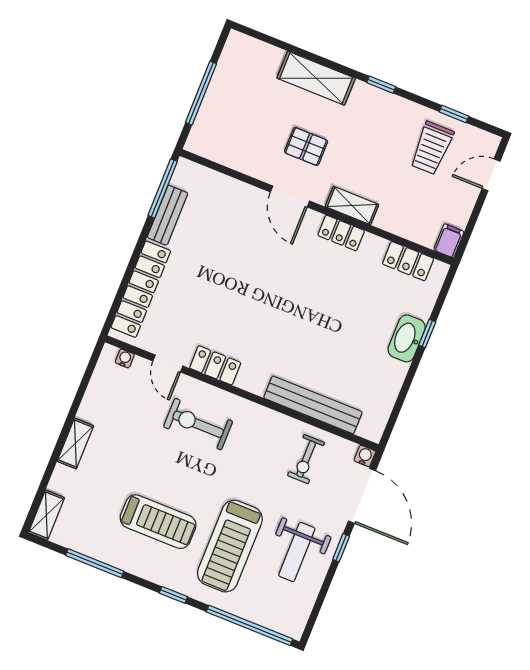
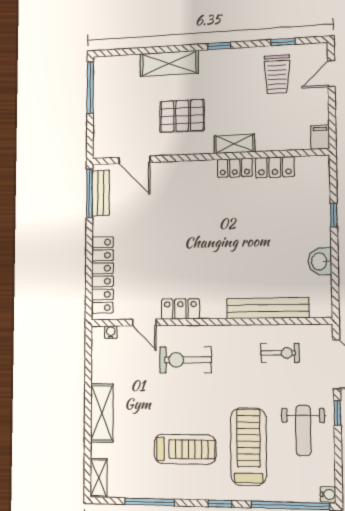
window: (201, 93) -> (90, 87), moved
pallet: (306, 147) -> (182, 116), width x1.50, depth x1.42
door: (290, 196) -> (134, 160), moved
bench: (168, 215) -> (101, 193), moved
locker: (408, 261) -> (275, 167), moved
washbasin: (407, 338) -> (320, 261), moved, width x0.72
shelving: (75, 443) -> (102, 413), width x1.50, depth x1.33
water cooler: (365, 456) -> (328, 494), moved, turned 90
exercise bike: (306, 459) -> (280, 353), turned -90
treadmill: (230, 546) -> (248, 447), turned 180

